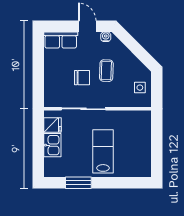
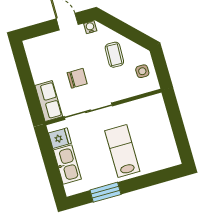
row of seats: (61, 40) -> (49, 101), moved, turned -90
coffee table: (106, 71) -> (114, 55), moved
kitchen sink: (52, 145) -> (67, 164), width x1.38

